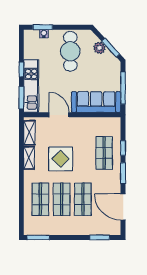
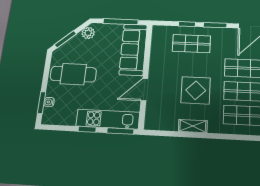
plant: (100, 48) -> (88, 33), moved
window: (111, 48) -> (65, 39), moved
shelving: (29, 133) -> (163, 124), removed

